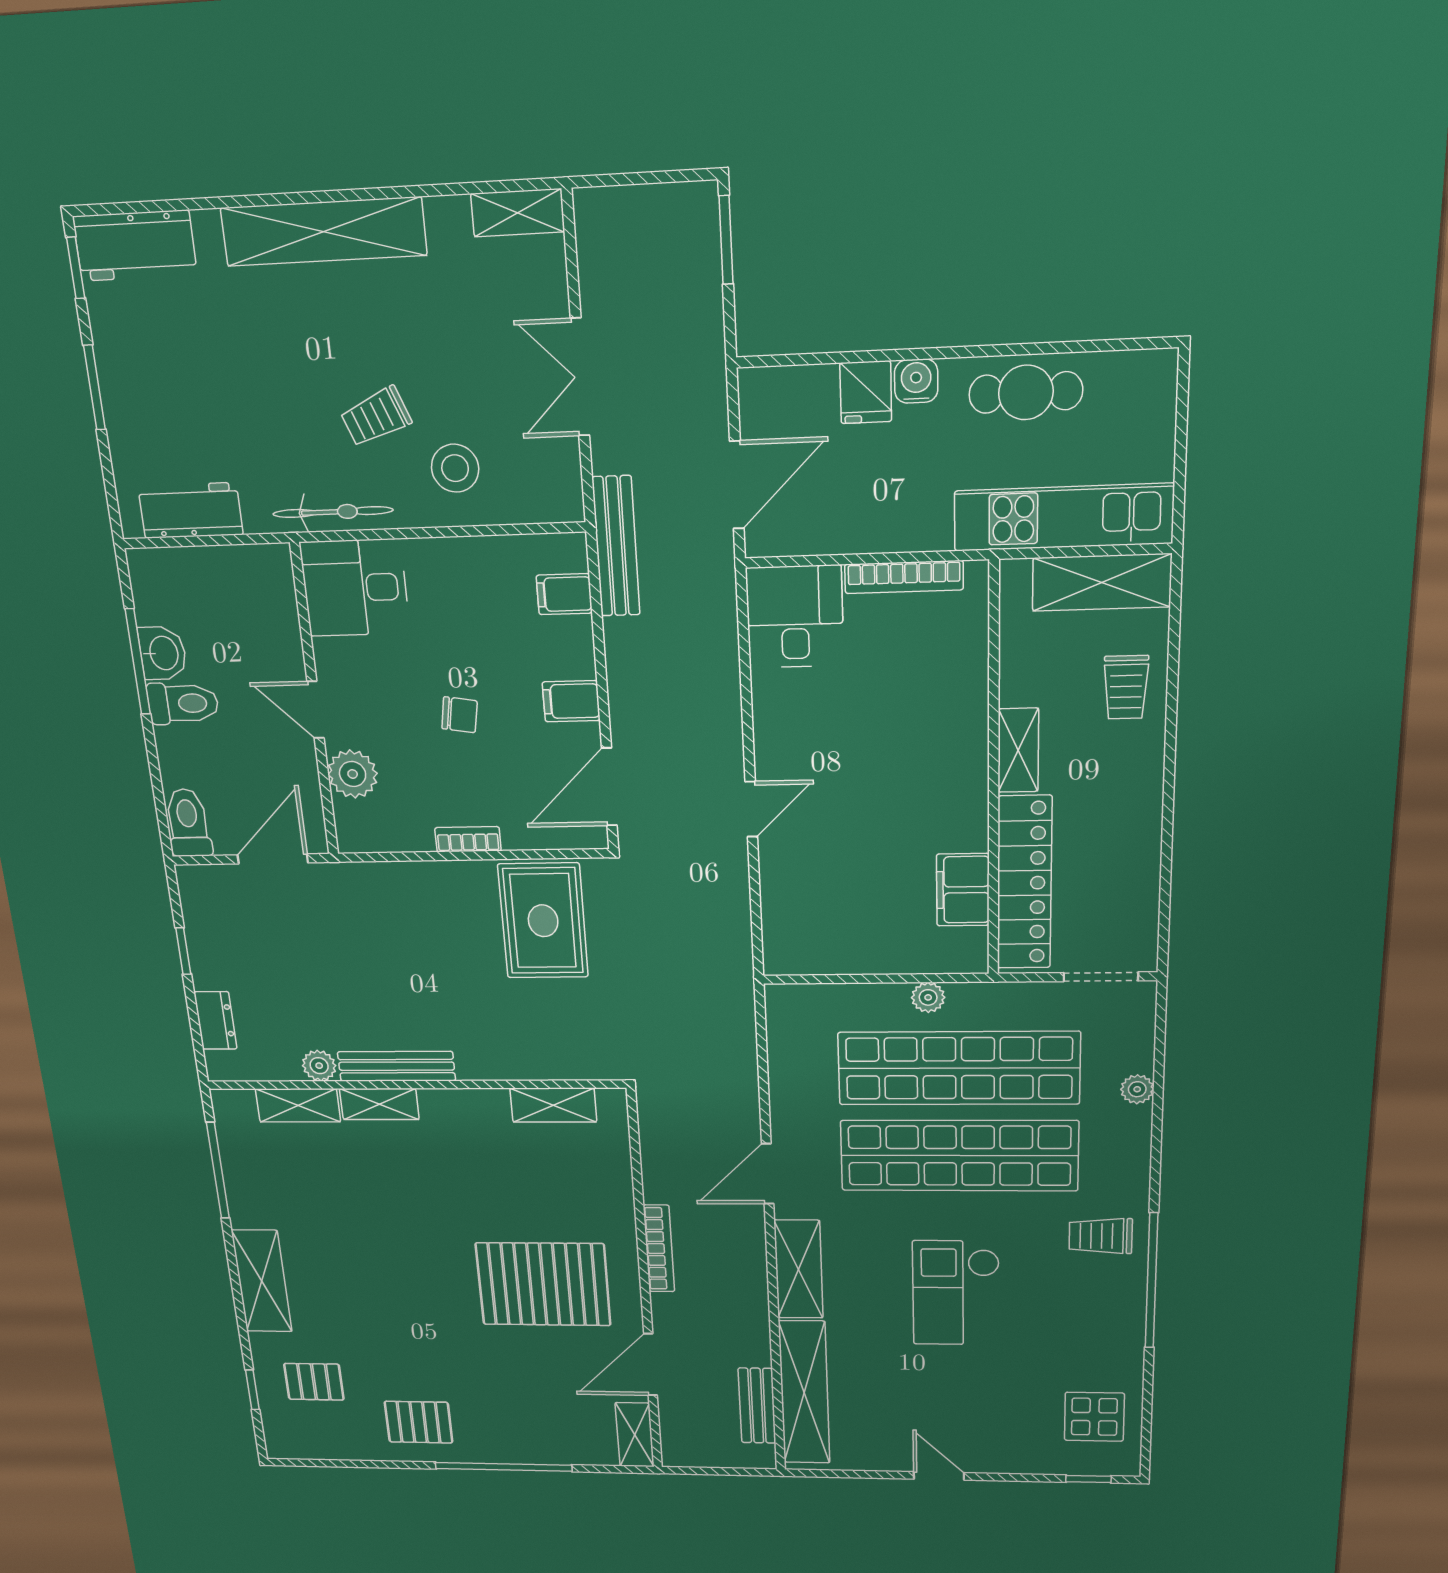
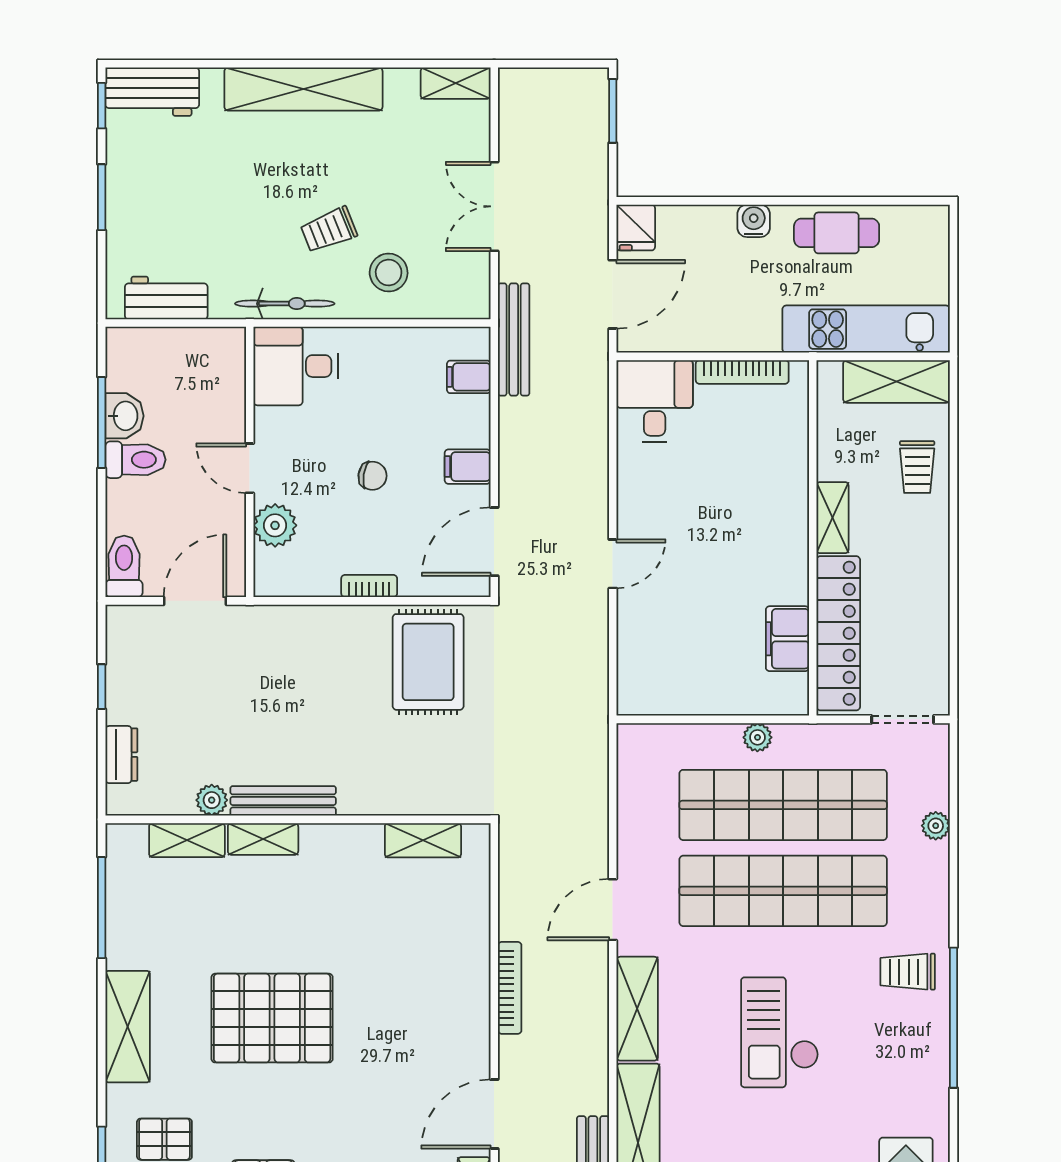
fridge: (866, 392) -> (636, 227), moved
pallet: (543, 1284) -> (272, 1018), moved

